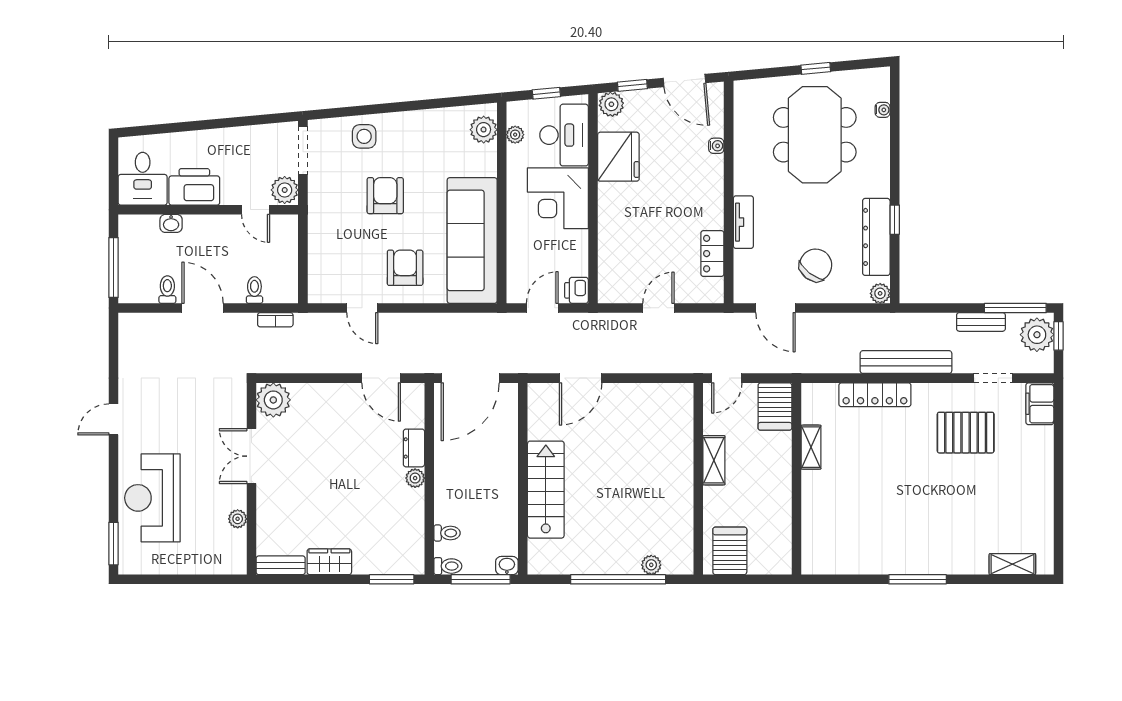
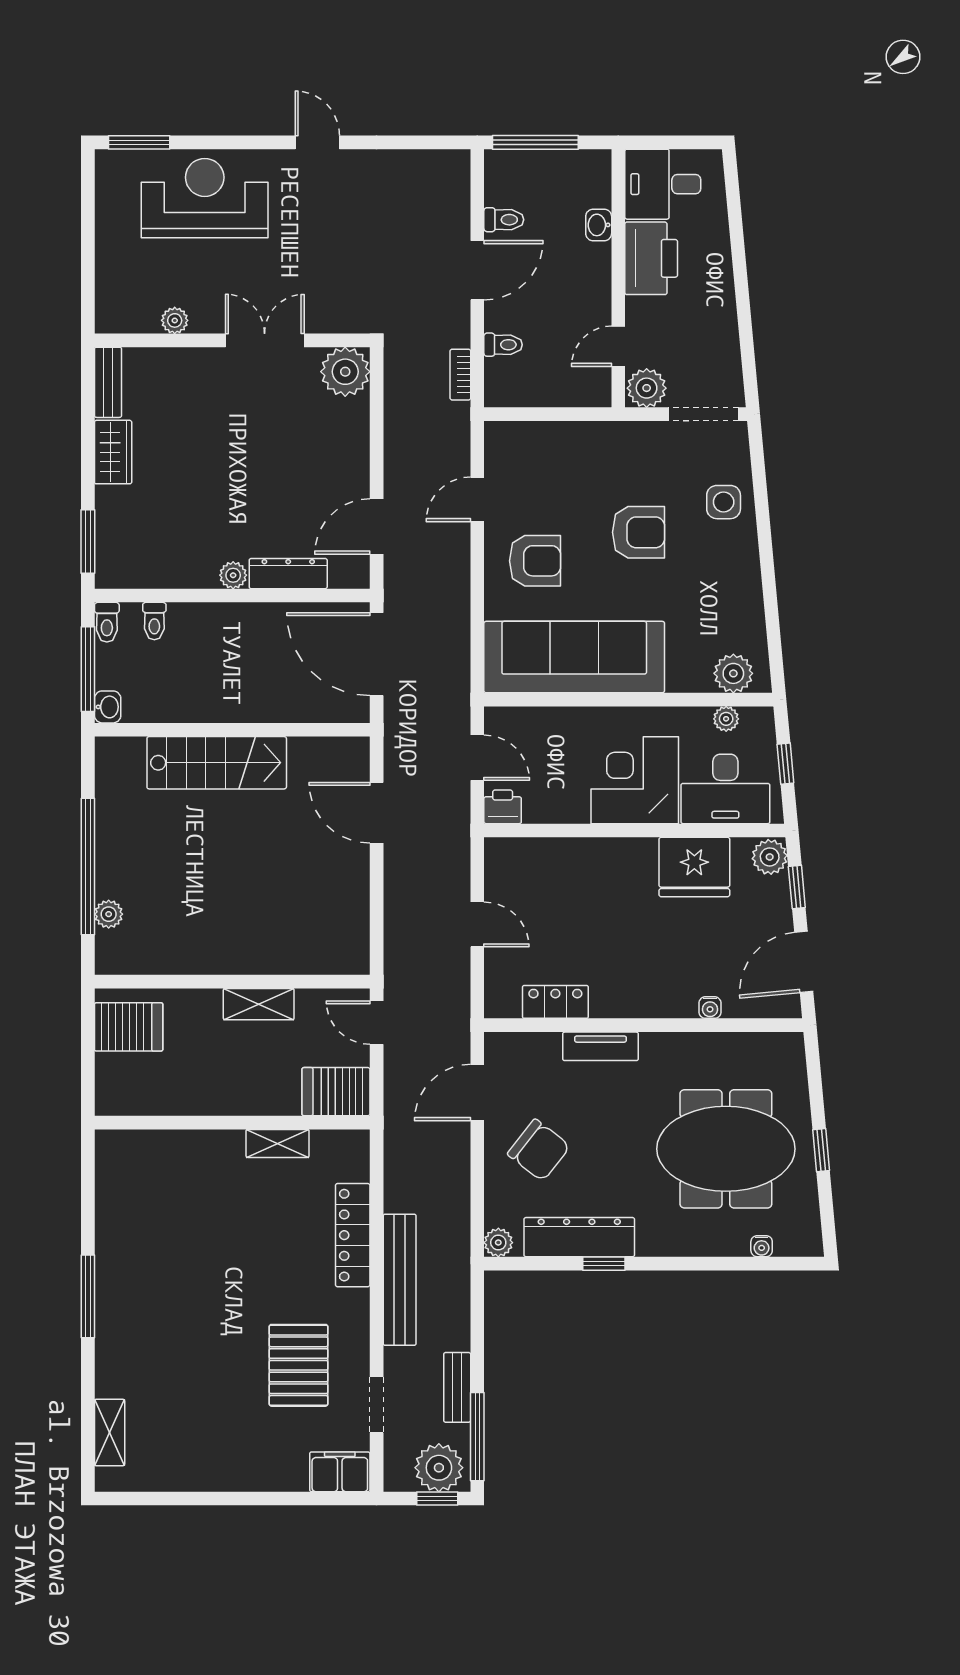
dresser: (414, 448) -> (288, 574), width x1.44

